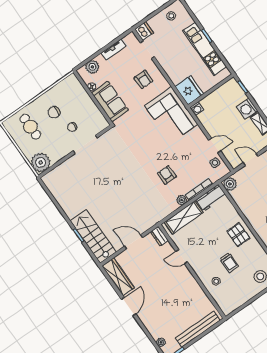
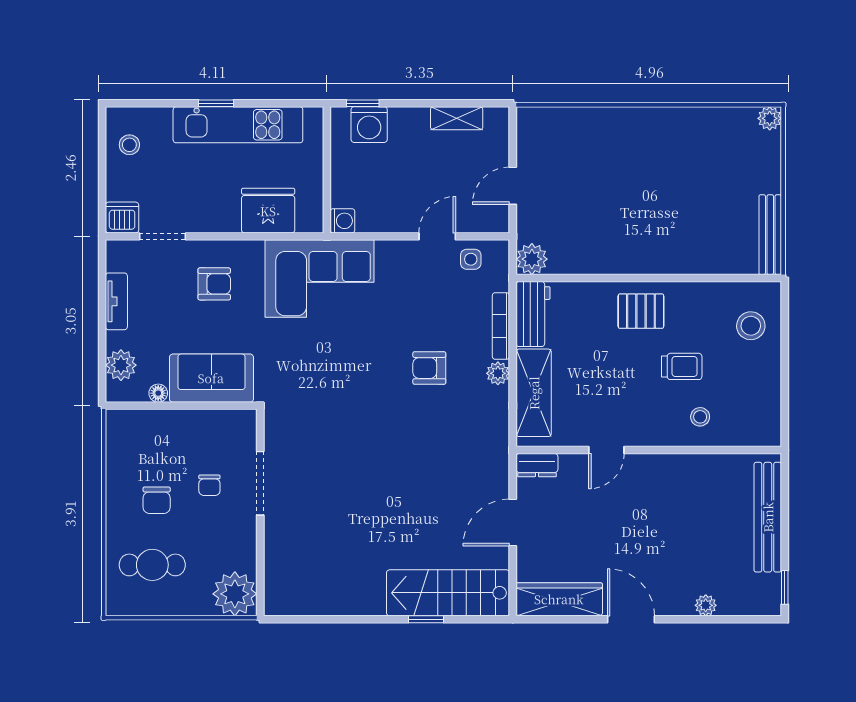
fridge: (189, 90) -> (268, 211), moved
washing machine: (247, 109) -> (369, 125), moved
plant: (161, 342) -> (706, 605), moved

